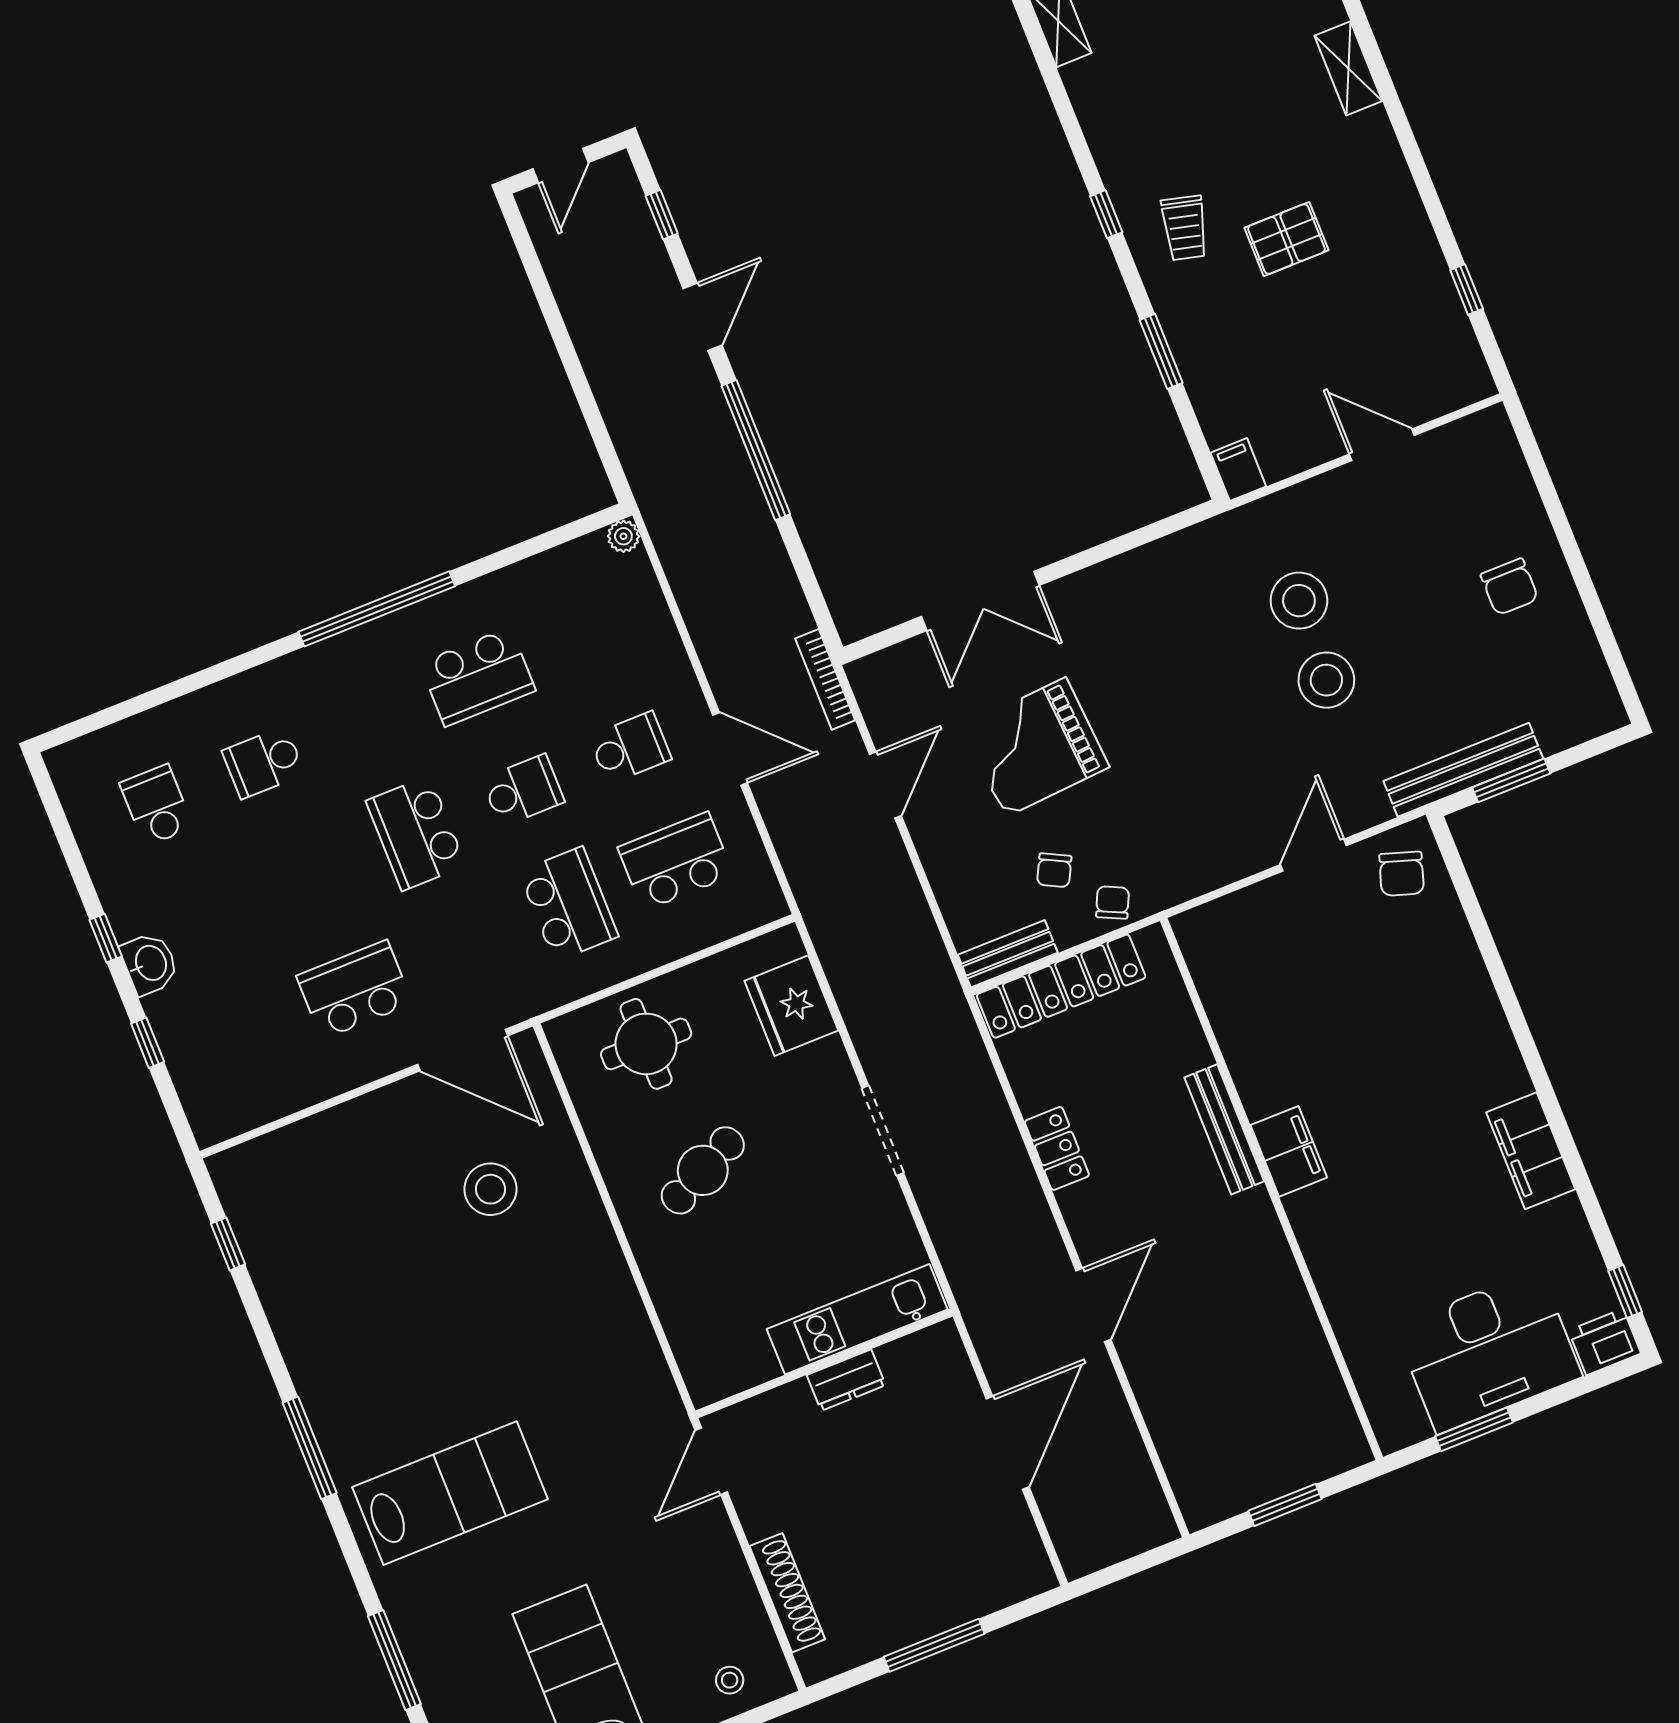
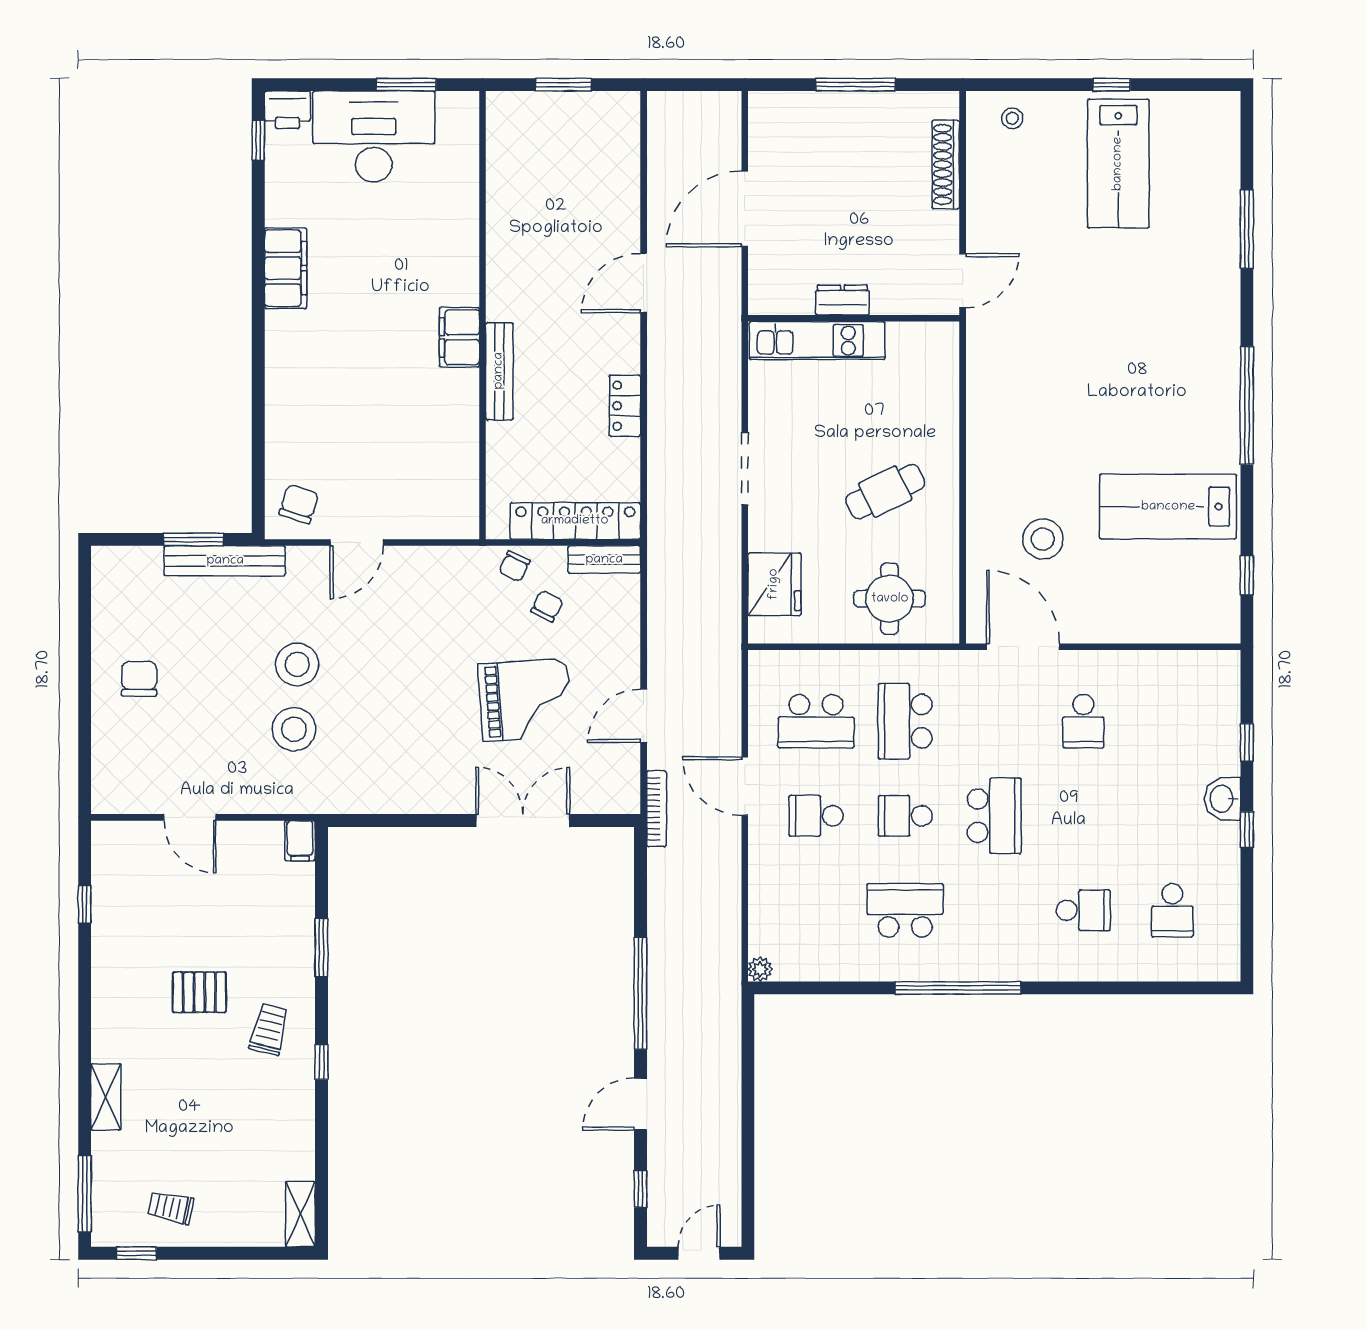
school desk: (354, 990) -> (1083, 721), width x0.54
window: (310, 1448) -> (1247, 405), width x1.46
lab bench: (450, 1493) -> (1168, 507), moved

